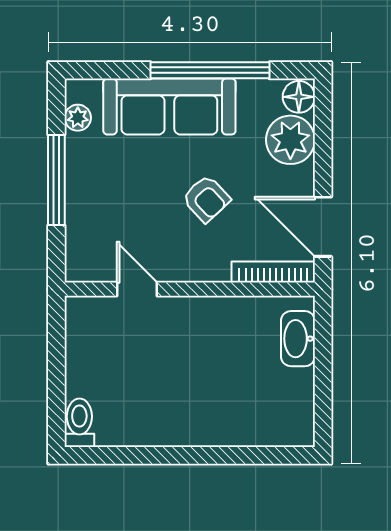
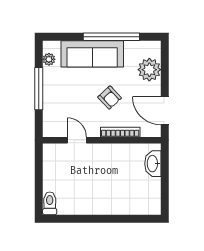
floor lamp: (299, 97) -> (153, 49), removed
bookcase: (273, 272) -> (120, 132), moved

